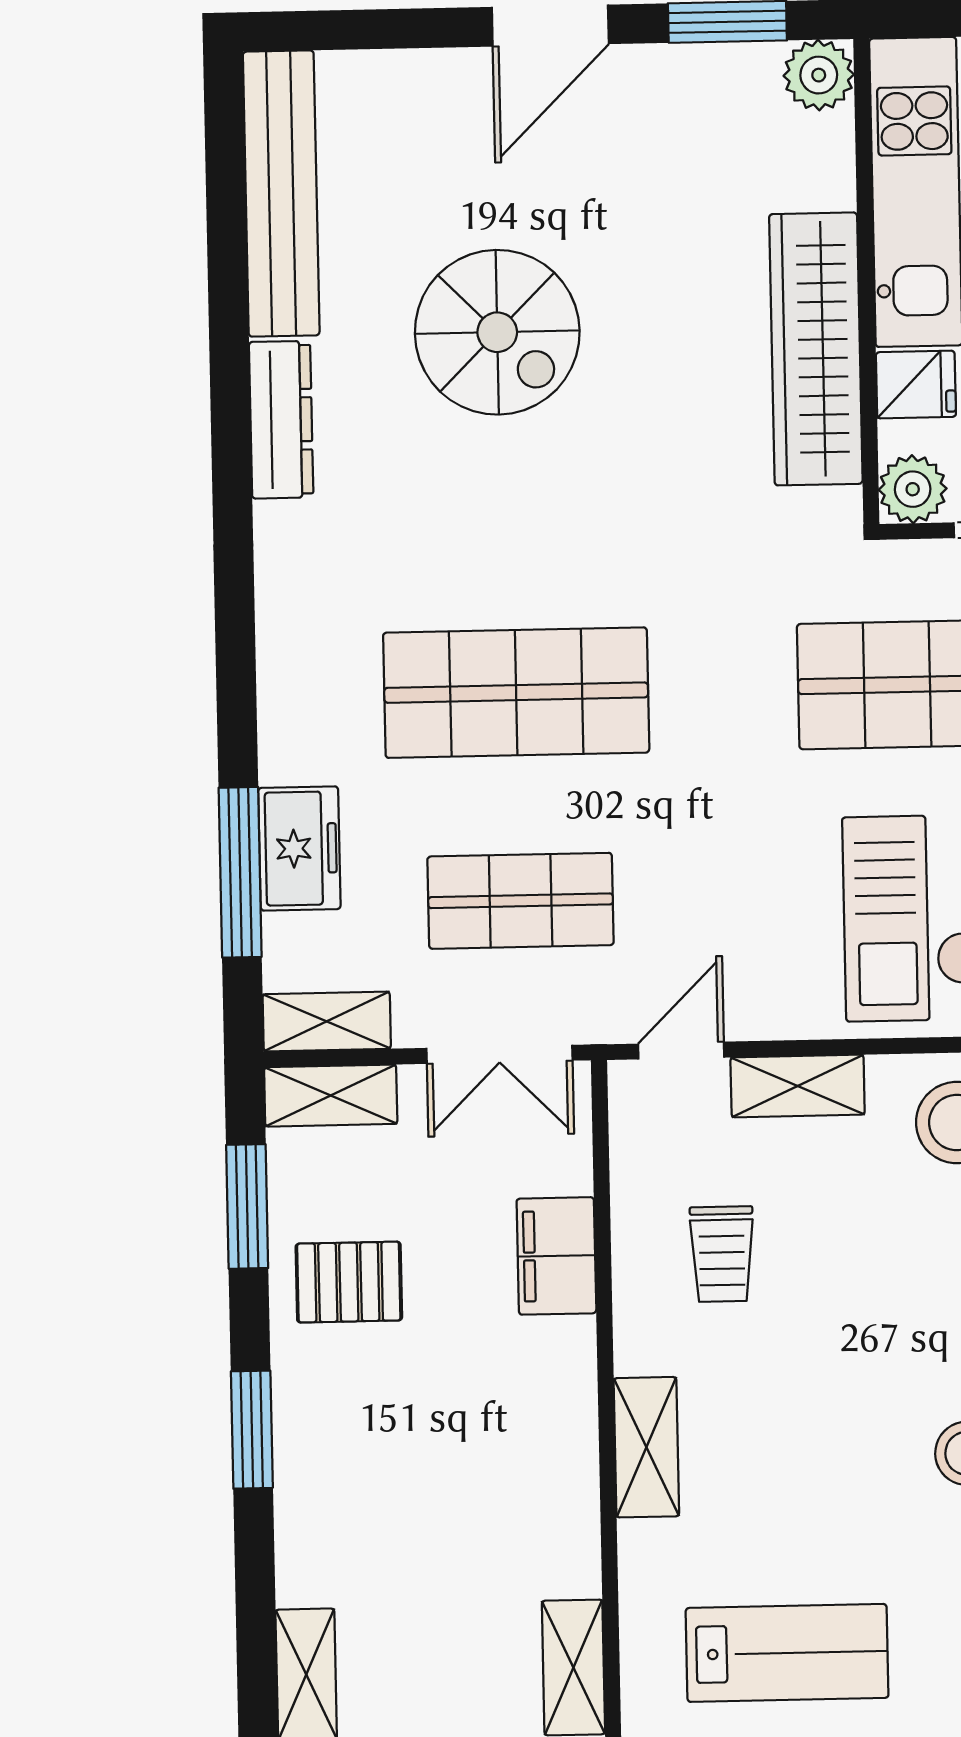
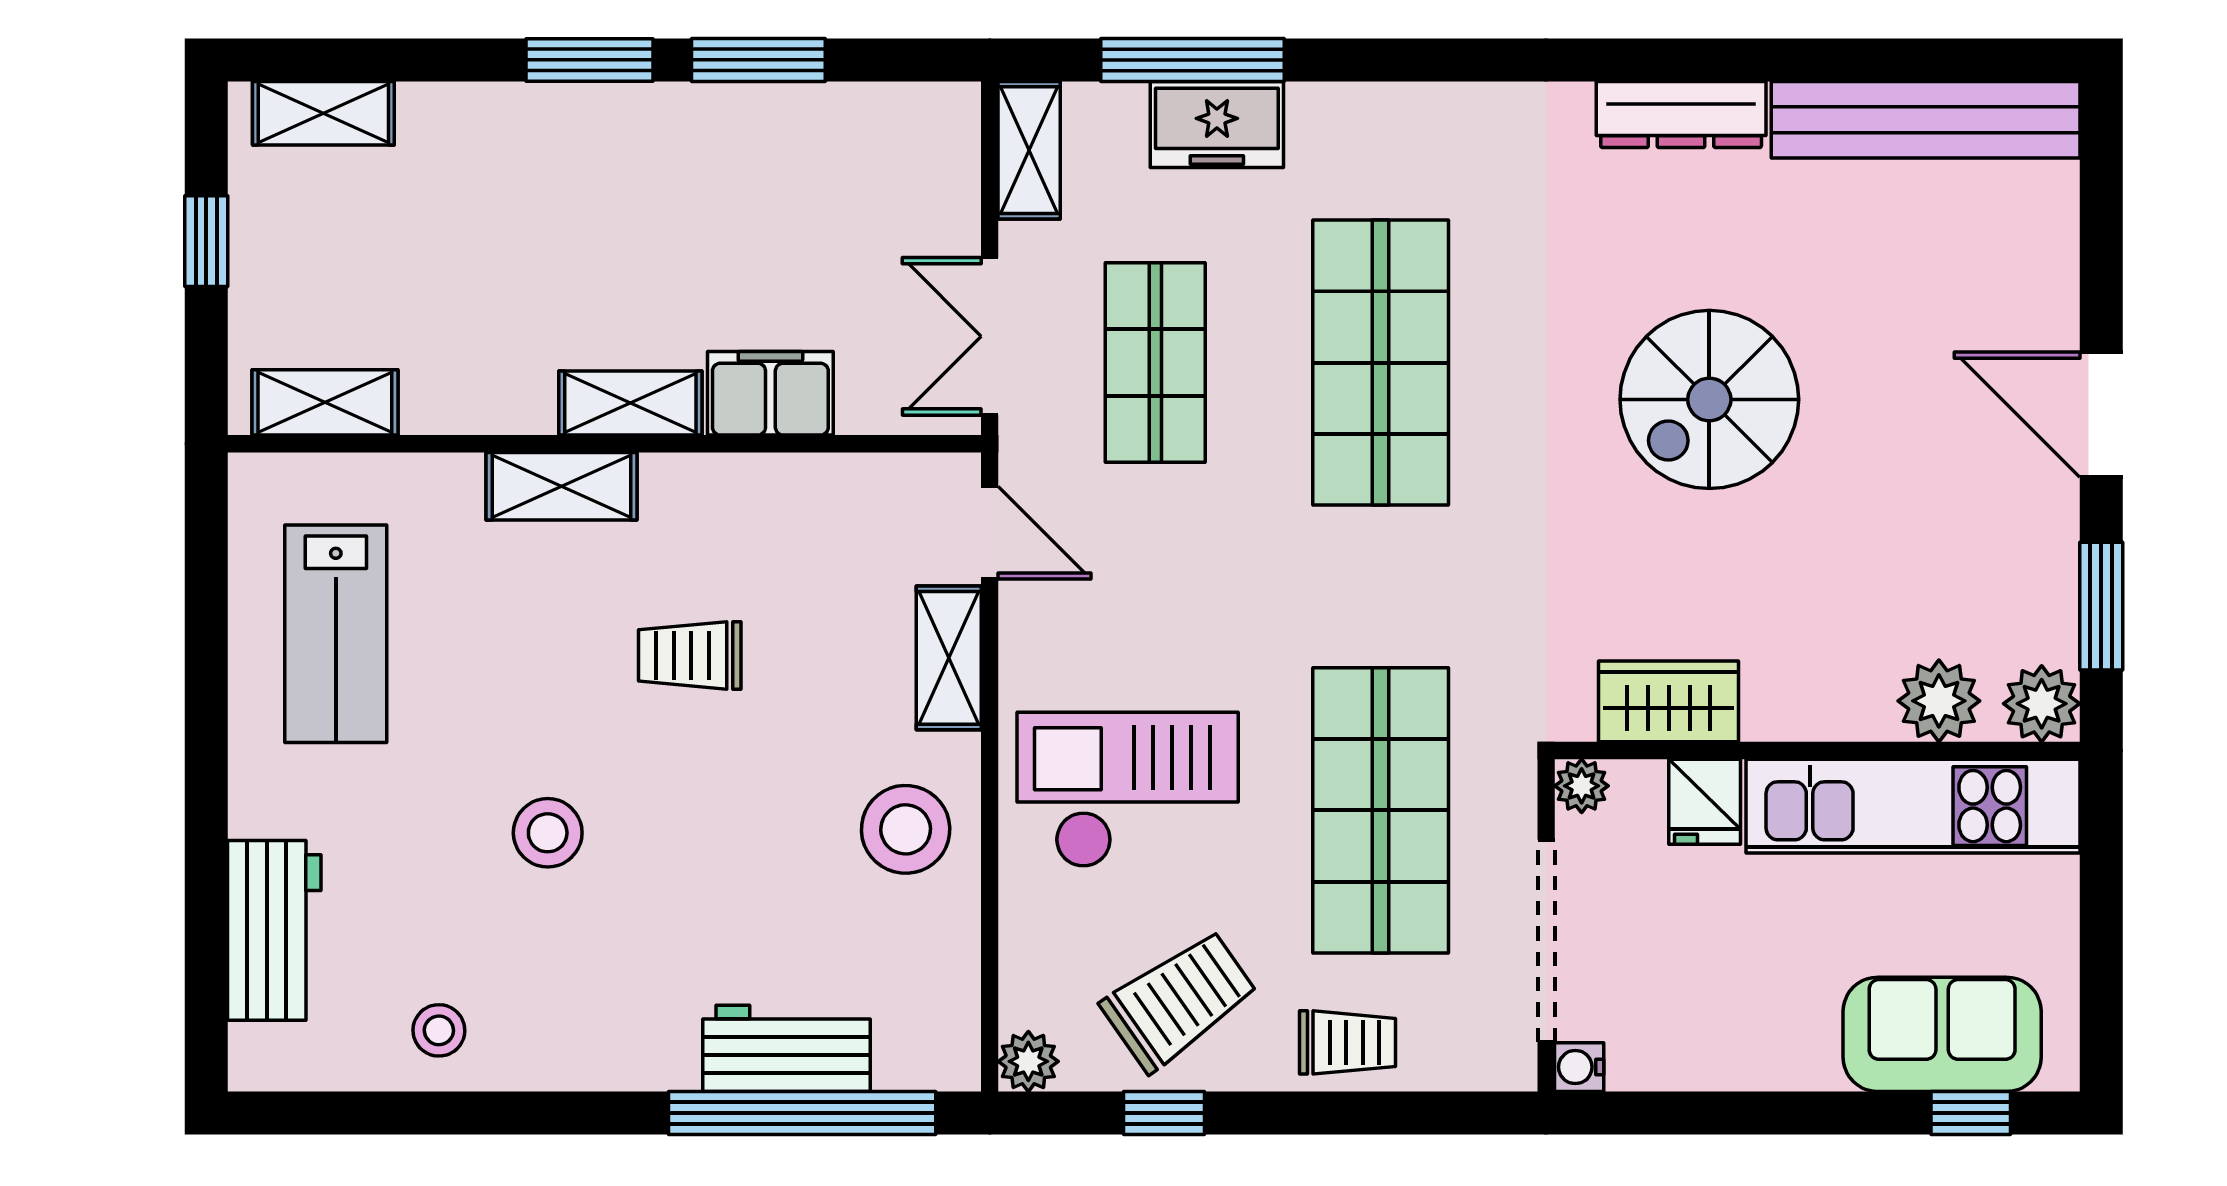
plant: (818, 170) -> (1939, 701), added
spiral stairs: (497, 332) -> (1709, 399), moved
wardrobe: (816, 349) -> (1669, 701), width x0.48, depth x0.85
plant: (913, 489) -> (1582, 786), width x0.73, depth x0.73
shelving: (331, 1096) -> (630, 403), moved, turned 90
window: (247, 1206) -> (758, 60), moved
trolley: (722, 1254) -> (690, 655), moved
pallet: (349, 1282) -> (747, 168), removed

